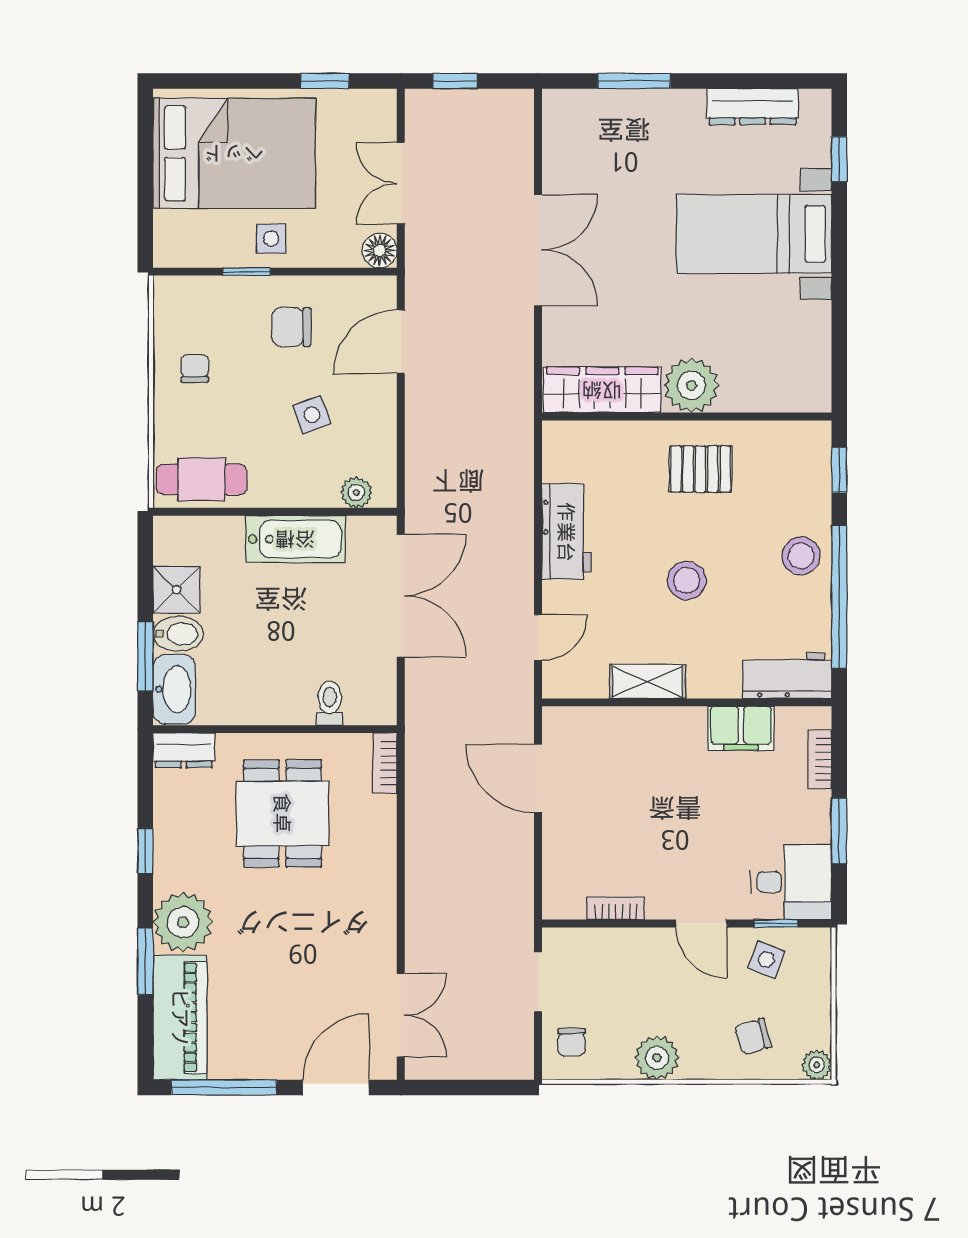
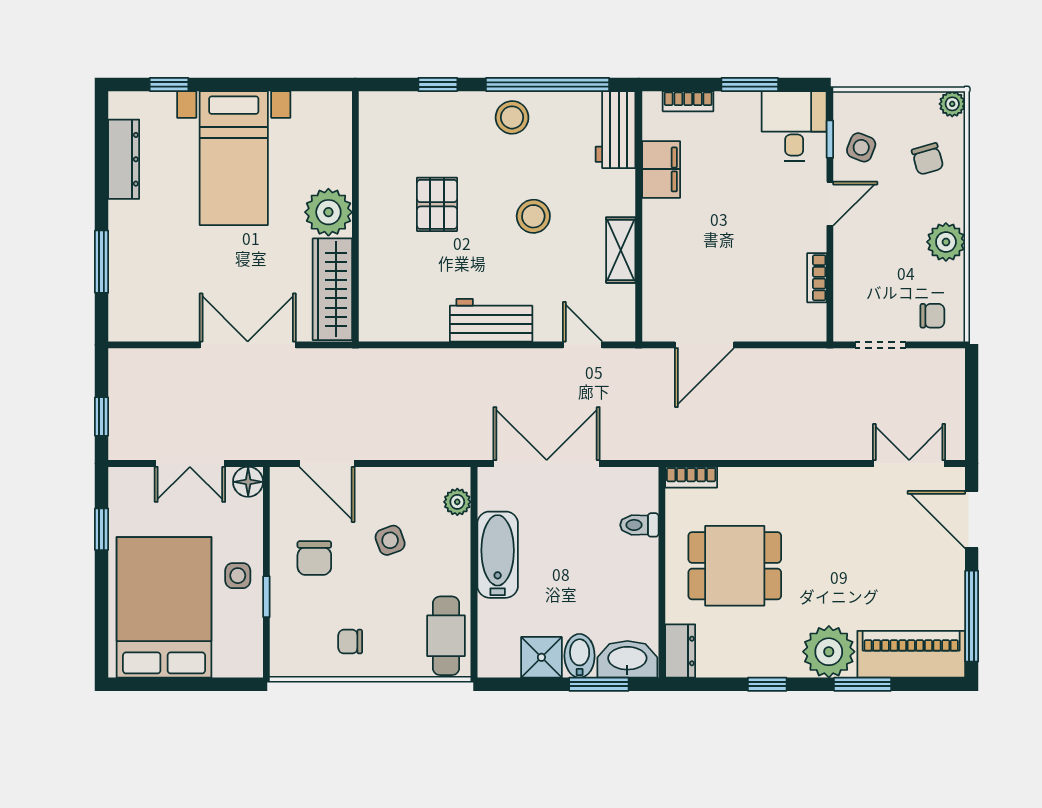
plant: (691, 385) -> (328, 212), moved
wardrobe: (602, 390) -> (332, 289), moved
wall: (687, 416) -> (355, 216), moved

